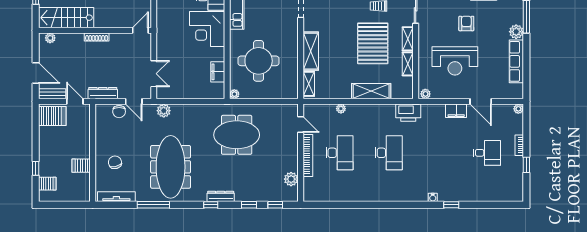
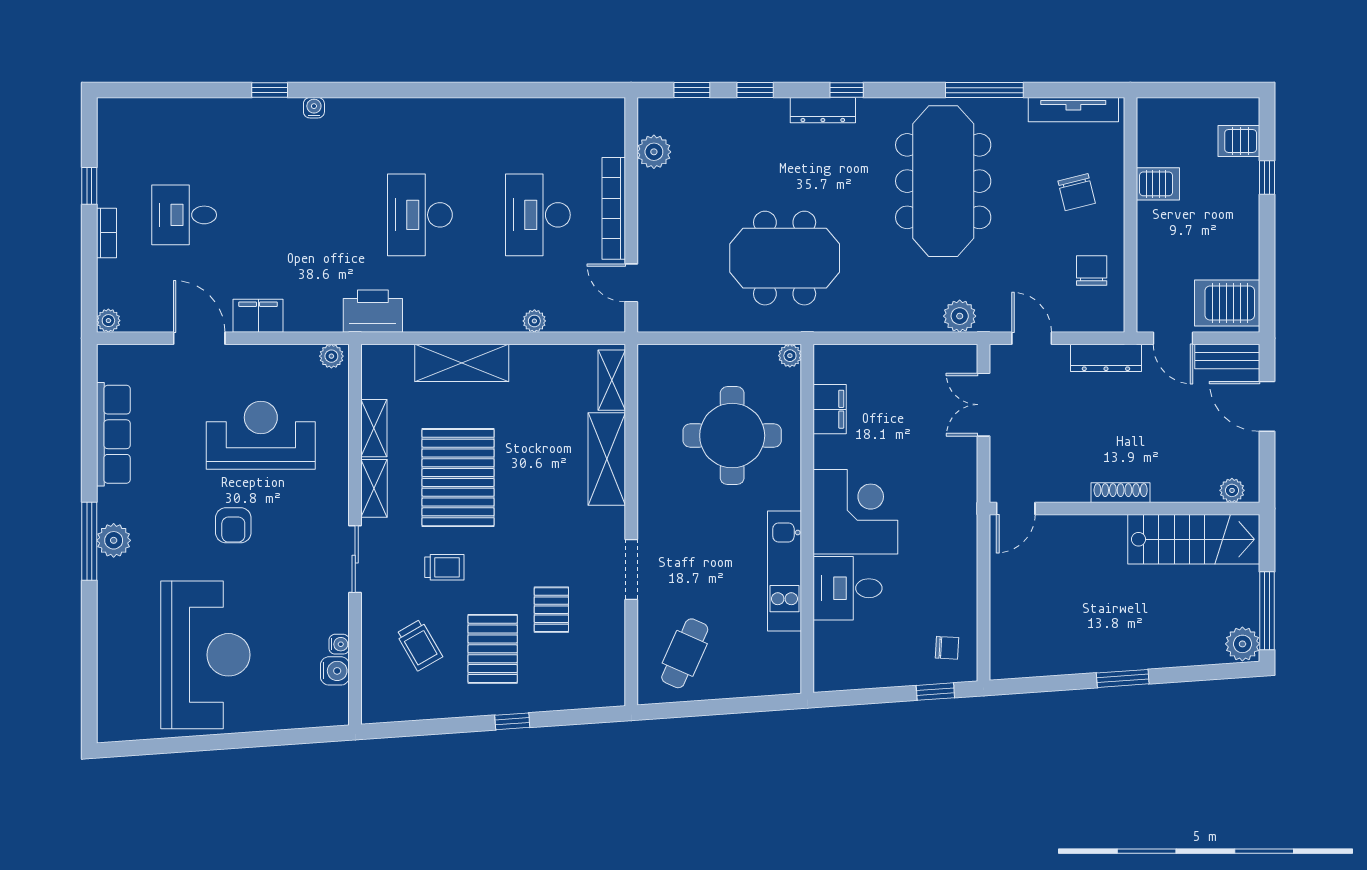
plant: (516, 32) -> (114, 540), moved
chair: (119, 112) -> (1092, 270), moved

